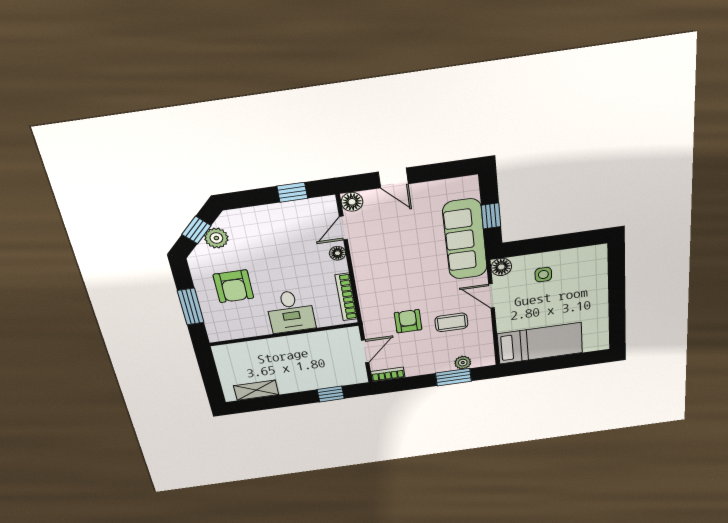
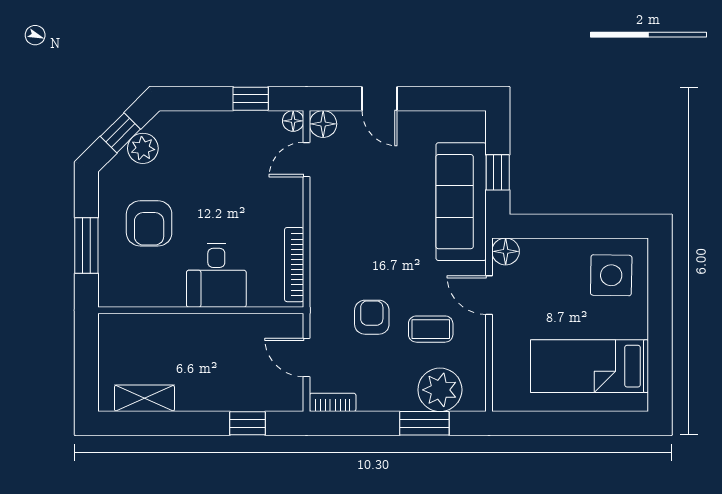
floor lamp: (337, 253) -> (293, 121), moved
side table: (543, 275) -> (611, 275), moved, width x1.87, depth x1.87
bed: (540, 343) -> (589, 366), moved, turned 180
door: (365, 351) -> (307, 357), swing flipped
plant: (463, 363) -> (440, 390), width x1.87, depth x1.87

